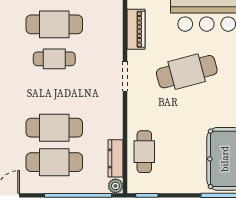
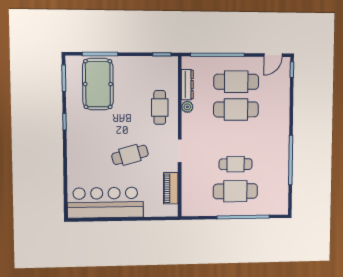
cafe table: (187, 72) -> (130, 155), width x0.73, depth x0.74
cafe table: (144, 152) -> (160, 107), moved
plant: (115, 186) -> (187, 107), moved

